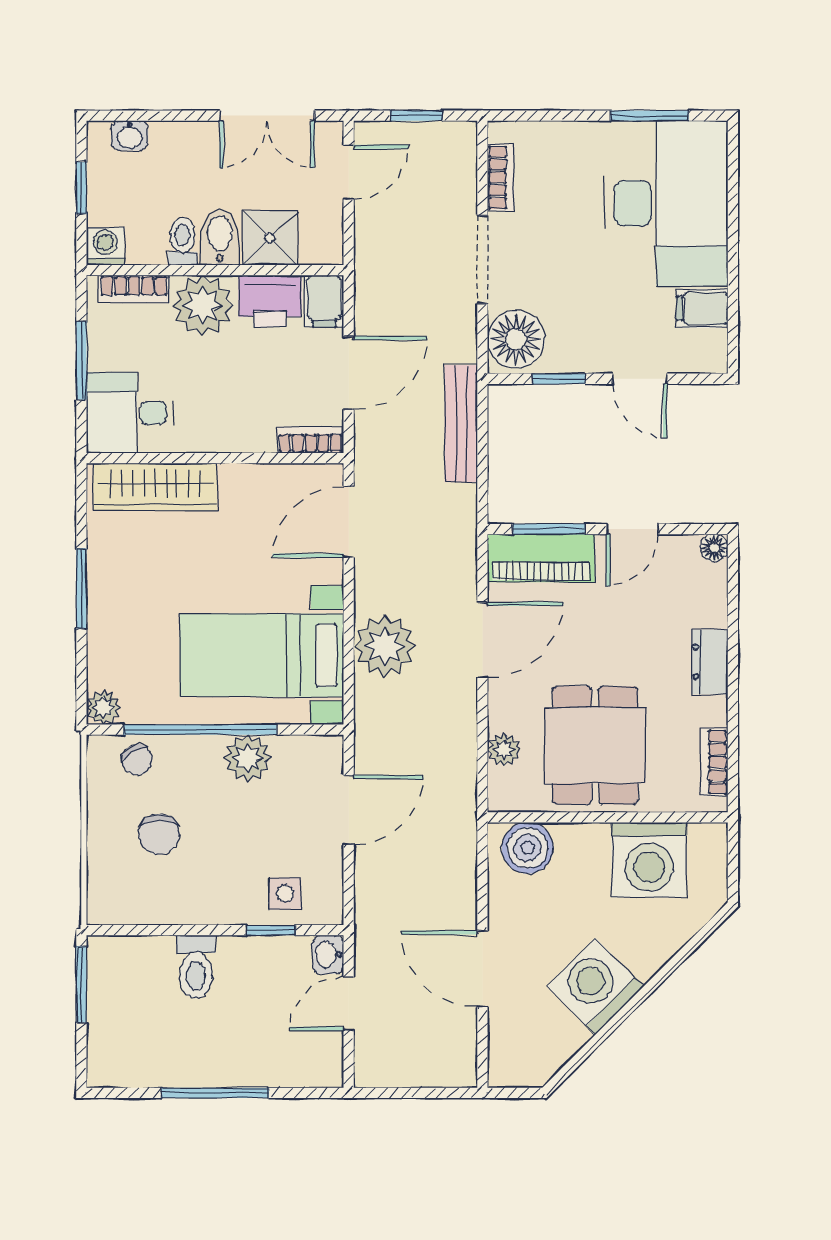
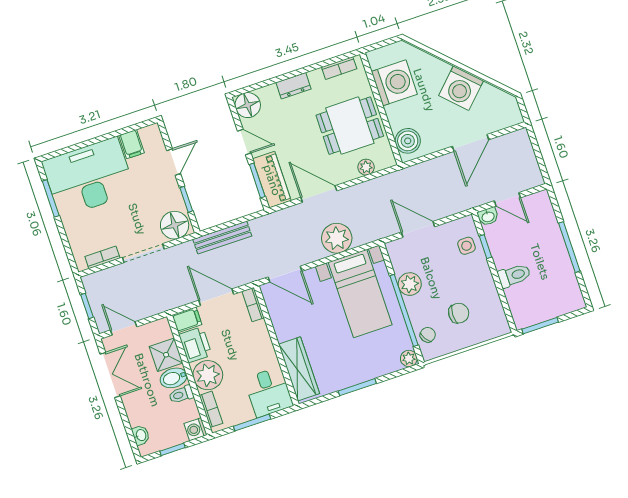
floor lamp: (714, 548) -> (248, 105), width x1.89, depth x1.89

